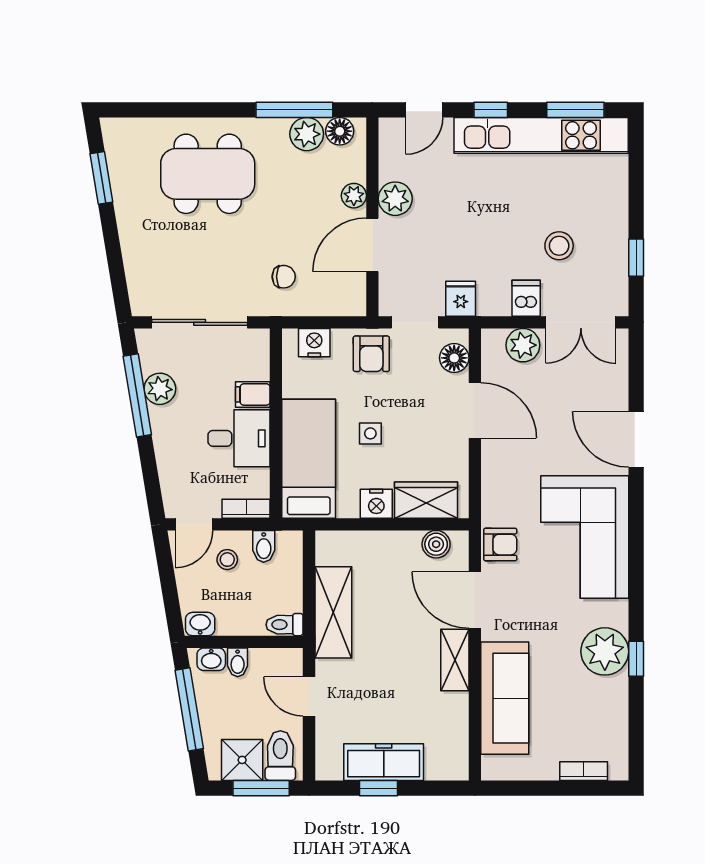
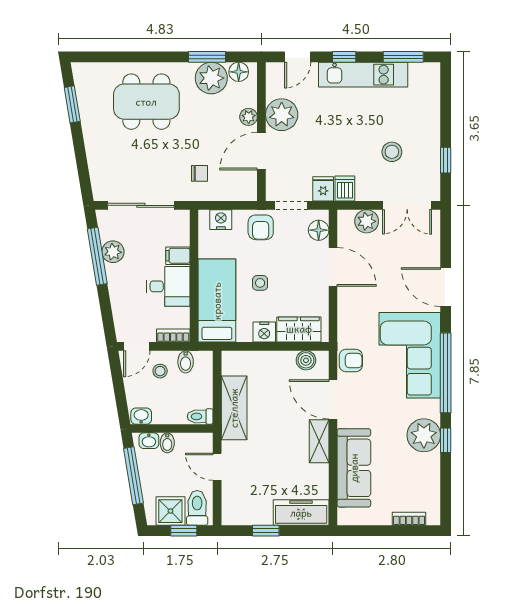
window: (294, 110) -> (207, 57), width x0.69
plant: (307, 134) -> (211, 78), width x1.36, depth x1.36
kitchen unit: (541, 135) -> (363, 75), width x0.73
plant: (395, 199) -> (282, 115), width x1.36, depth x1.36
dishwasher: (526, 298) -> (345, 188), moved
window: (636, 562) -> (446, 373), added
freezer: (384, 762) -> (301, 513), moved
window: (261, 788) -> (184, 531), width x0.67

